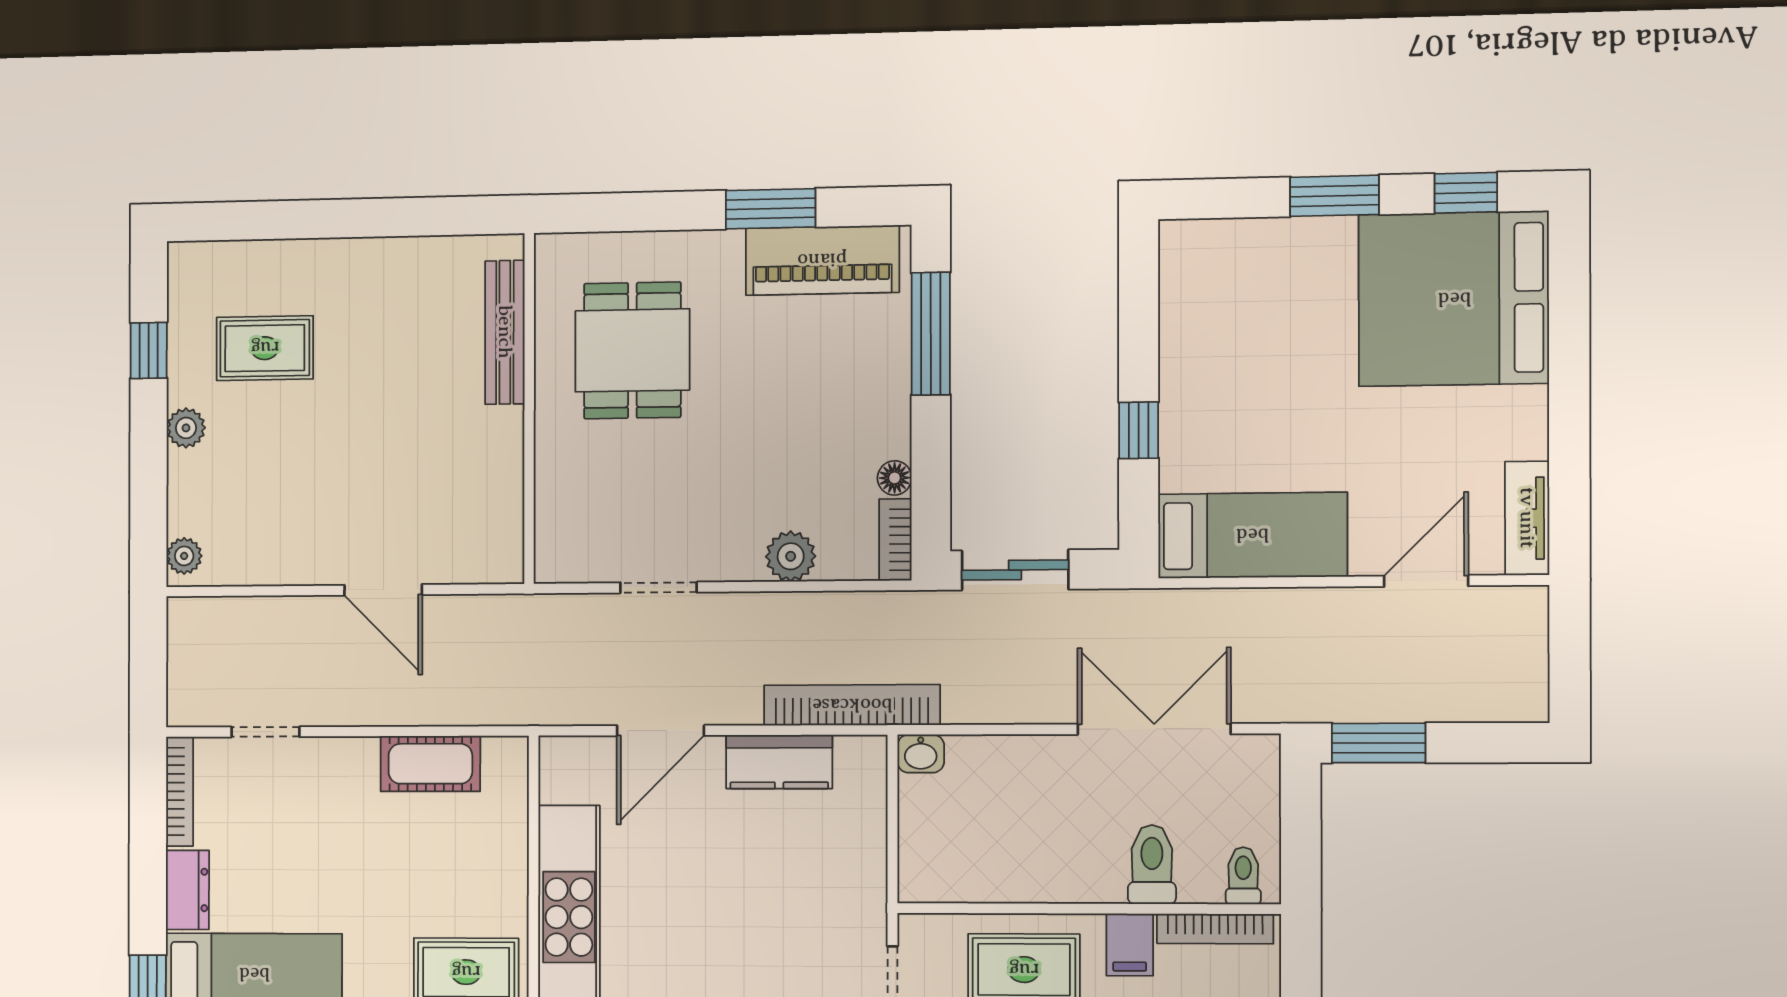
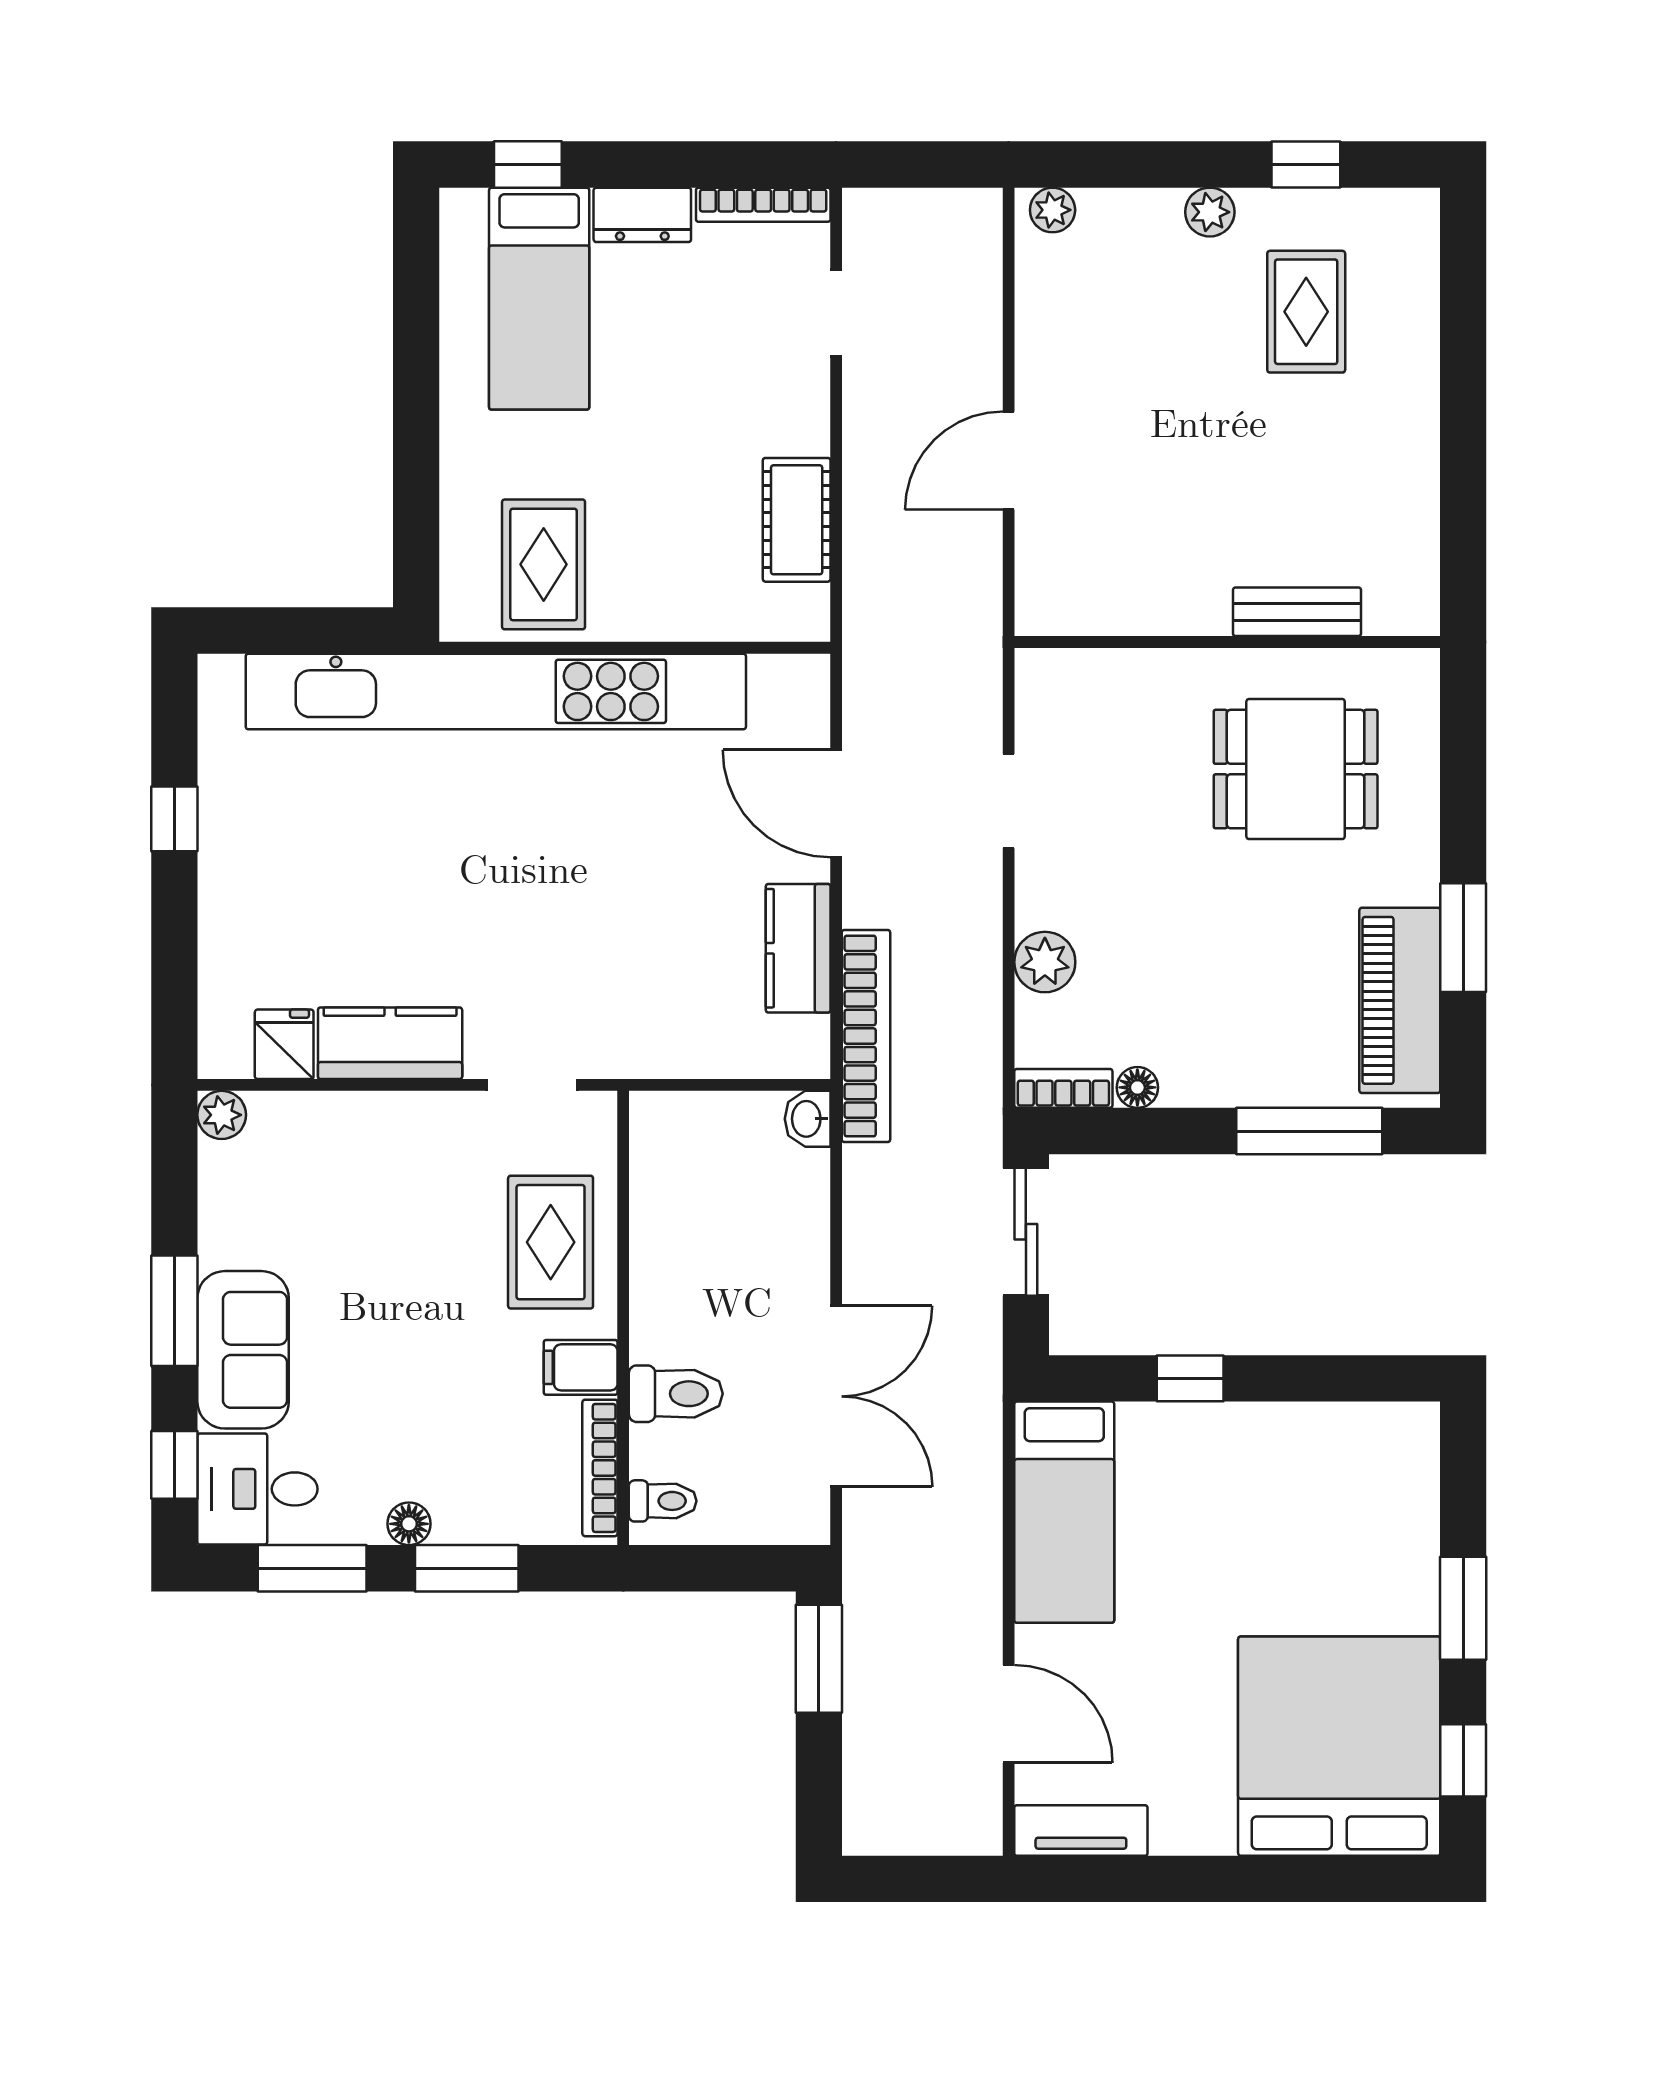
bench: (505, 332) -> (1297, 612), width x0.73

